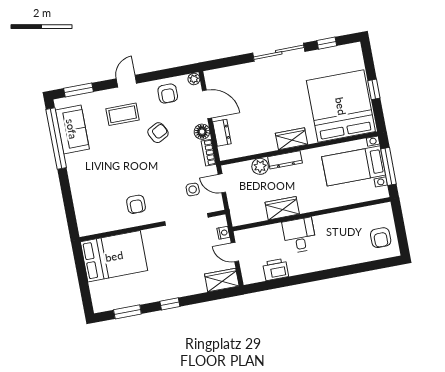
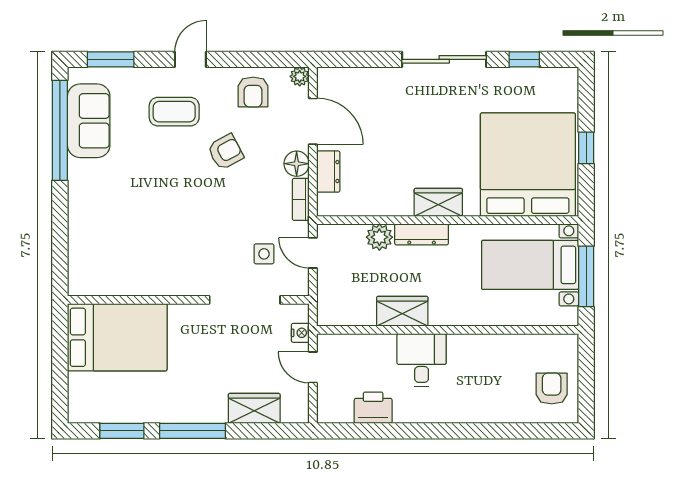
armchair: (136, 204) -> (168, 261), removed
armchair: (381, 238) -> (552, 388), turned 180
wardrobe: (222, 280) -> (254, 408), moved
window: (170, 304) -> (193, 431), width x2.17

